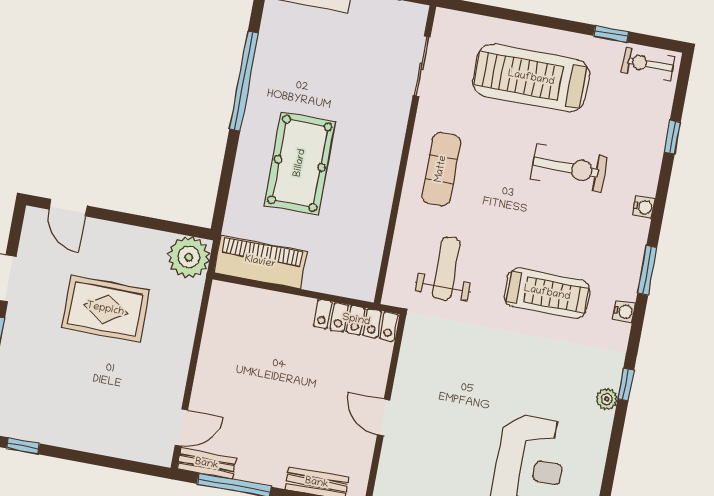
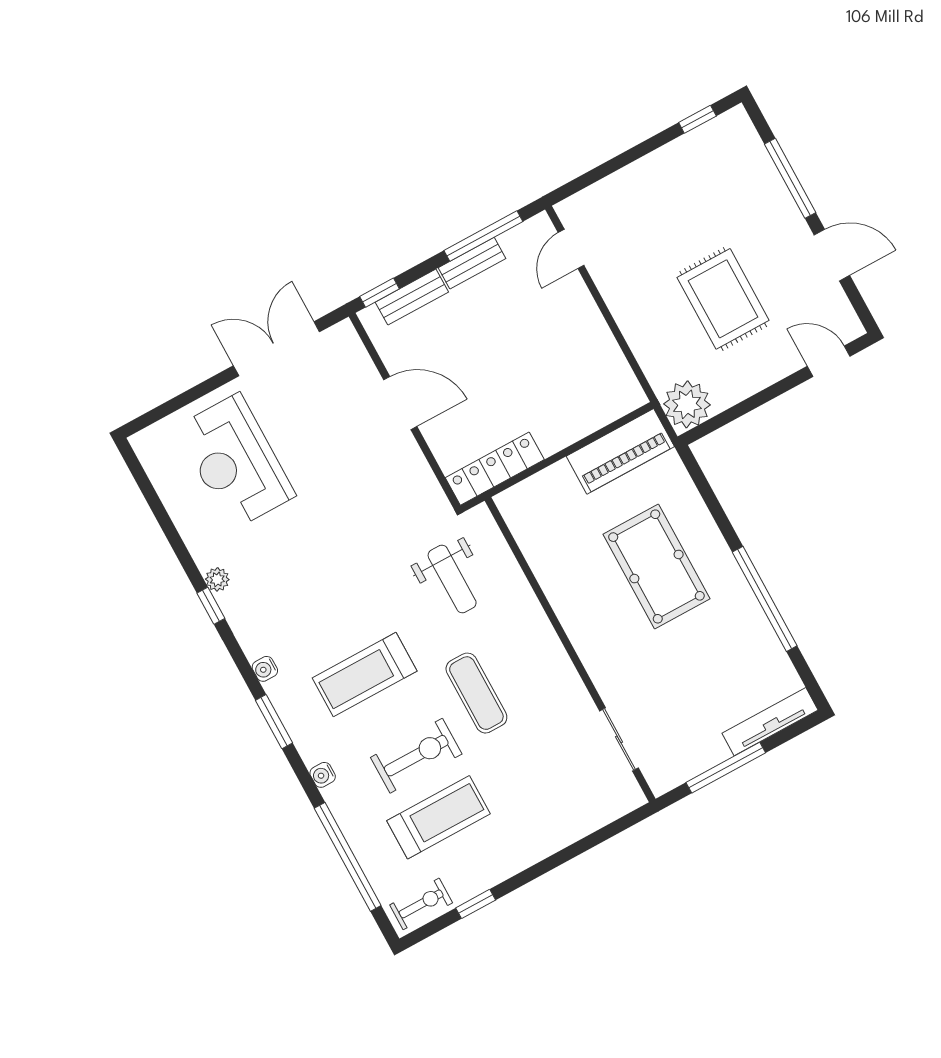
treadmill: (531, 78) -> (439, 817), moved, width x0.73, depth x0.73
window: (672, 137) -> (348, 857), width x3.17
exercise bike: (569, 168) -> (416, 756), turned 180
exercise mat: (441, 169) -> (476, 693), moved
treadmill: (547, 293) -> (365, 675), moved
rug: (105, 309) -> (723, 299), turned 90
door: (384, 417) -> (400, 403), width x1.38
bench: (207, 464) -> (472, 263), moved

